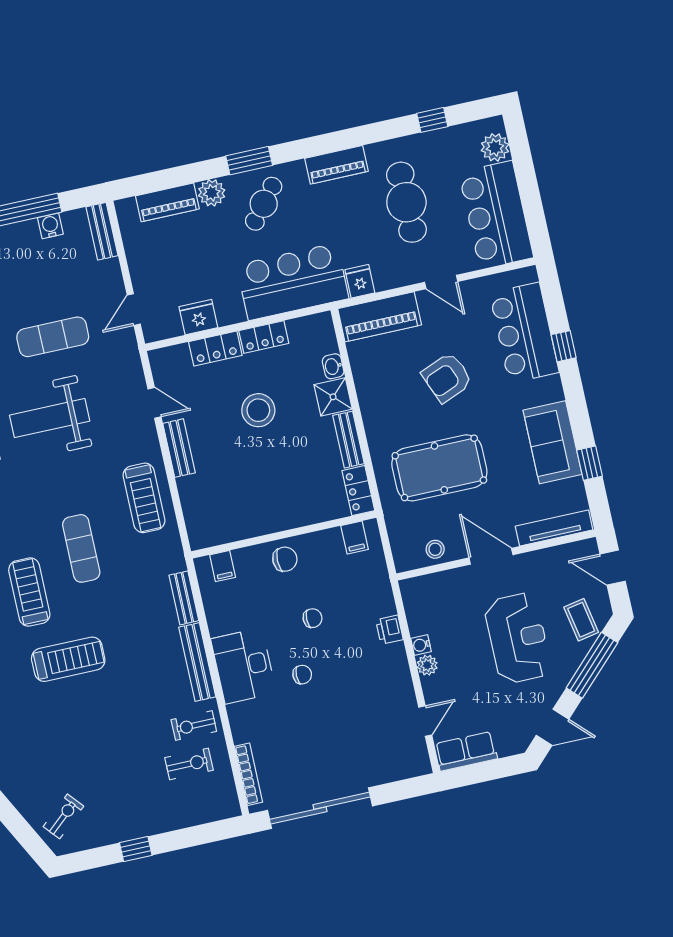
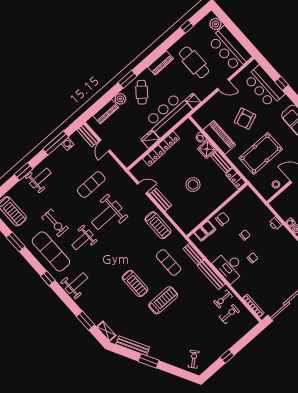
door: (134, 310) -> (105, 146), moved
fridge: (198, 317) -> (150, 139), moved
piano: (380, 317) -> (219, 137), moved, turned -90
stool: (258, 410) -> (193, 185), moved
filing cabinet: (355, 538) -> (208, 228), moved
exercise mat: (81, 548) -> (169, 262), moved
treadmill: (29, 592) -> (135, 283), turned 180

